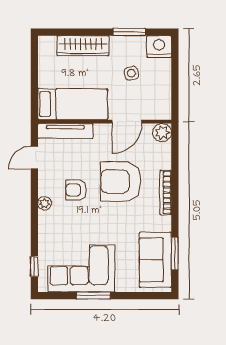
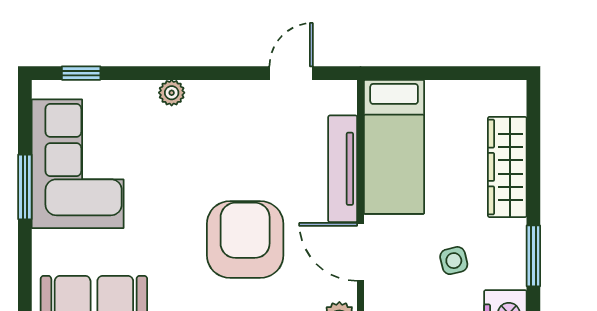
tv unit: (65, 131) -> (343, 169), moved
door: (34, 158) -> (291, 73), hinge flipped
armchair: (76, 190) -> (229, 154), removed
plant: (44, 203) -> (172, 93), moved

